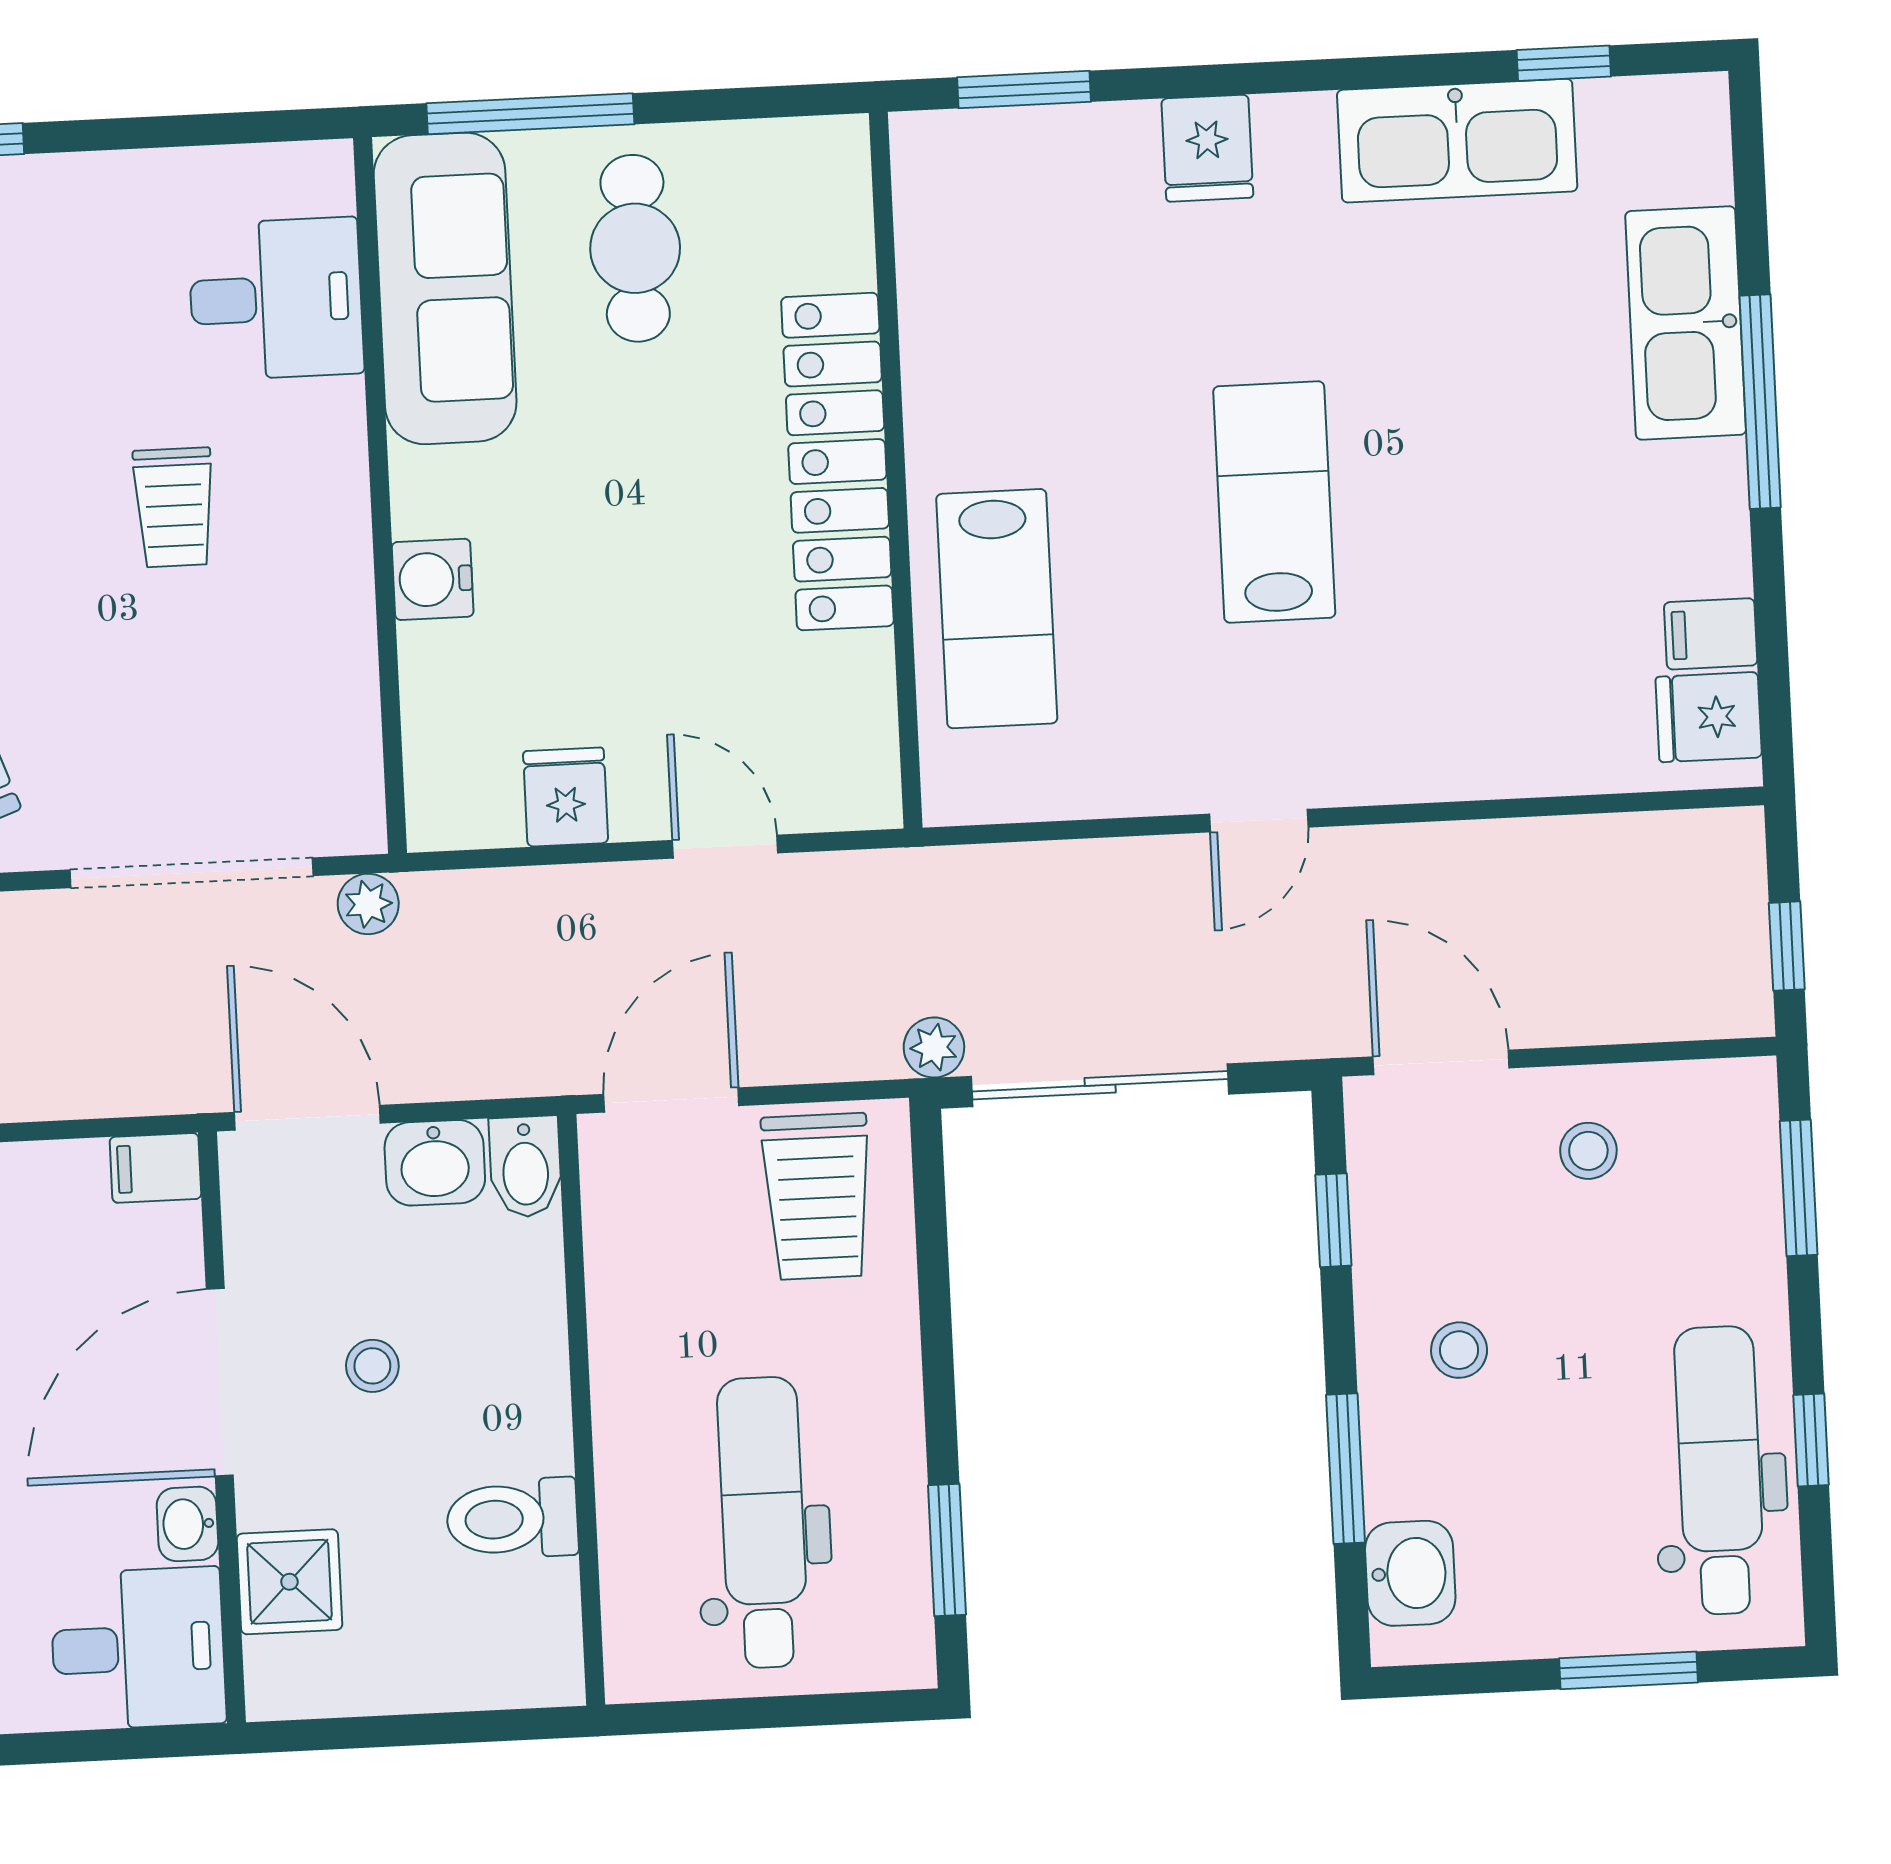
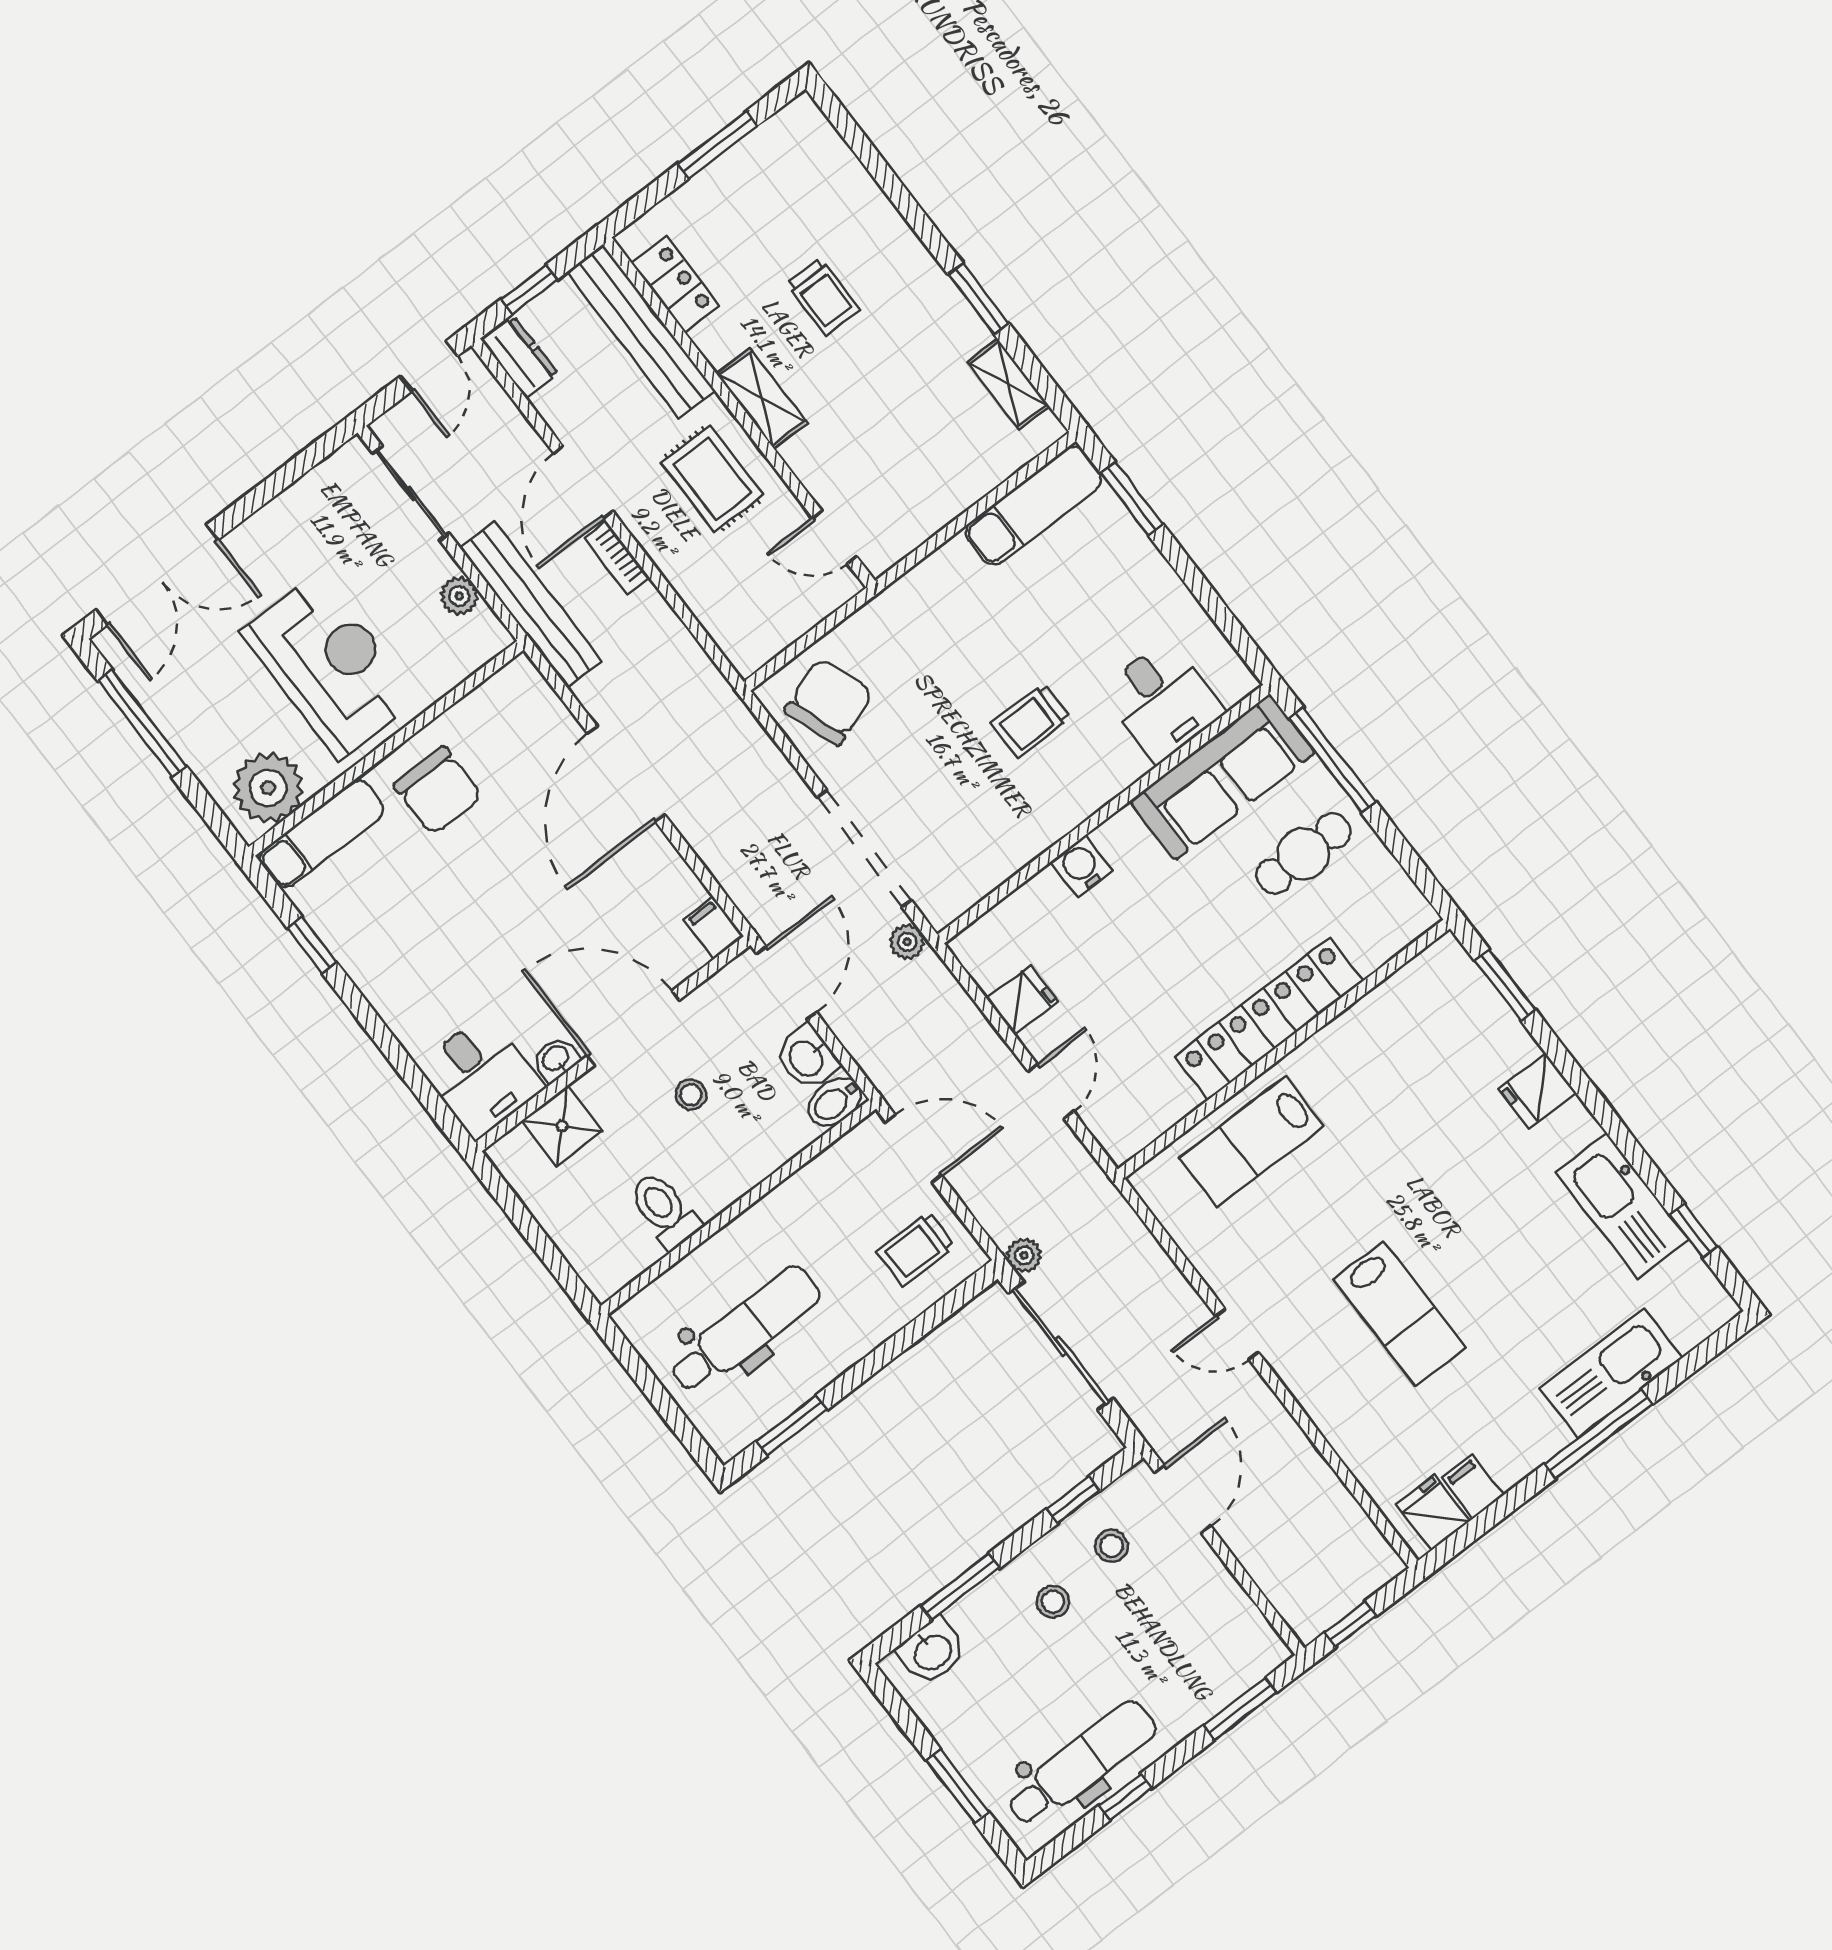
lab bench: (1274, 502) -> (1399, 1314), moved, turned 90
stool: (1588, 1151) -> (1111, 1546), moved
trolley: (817, 1197) -> (916, 1249), width x0.73, depth x0.72

